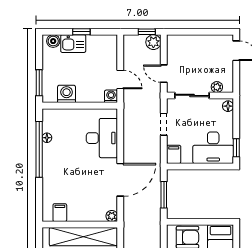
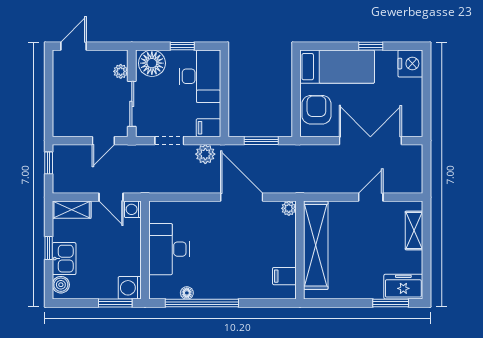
plant: (153, 42) -> (205, 154), moved
shelving: (111, 49) -> (72, 210), added
door: (120, 80) -> (111, 197), swing flipped
washing machine: (67, 94) -> (130, 288), moved
floor lamp: (228, 106) -> (152, 63), width x1.89, depth x1.89
desk: (102, 138) -> (169, 249), moved, turned -90
window: (236, 148) -> (182, 46), moved

